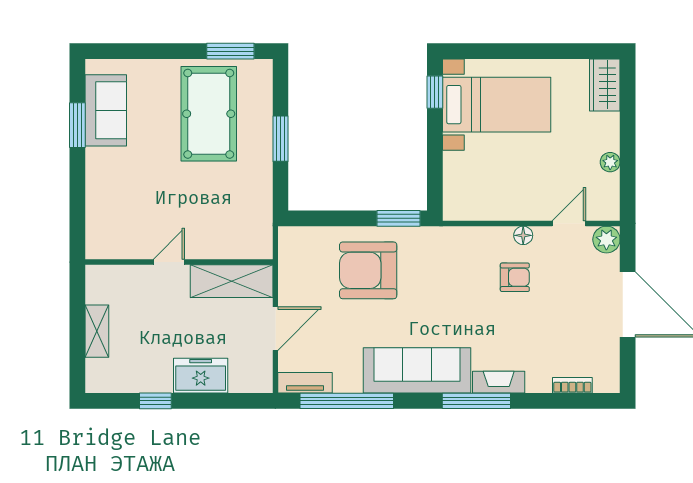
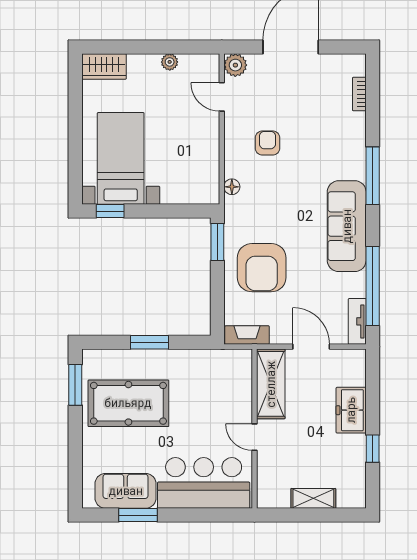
bar counter: (115, 202) -> (204, 483), added
floor lamp: (523, 235) -> (232, 187), moved
fireplace: (499, 382) -> (247, 335), moved, turned 90

